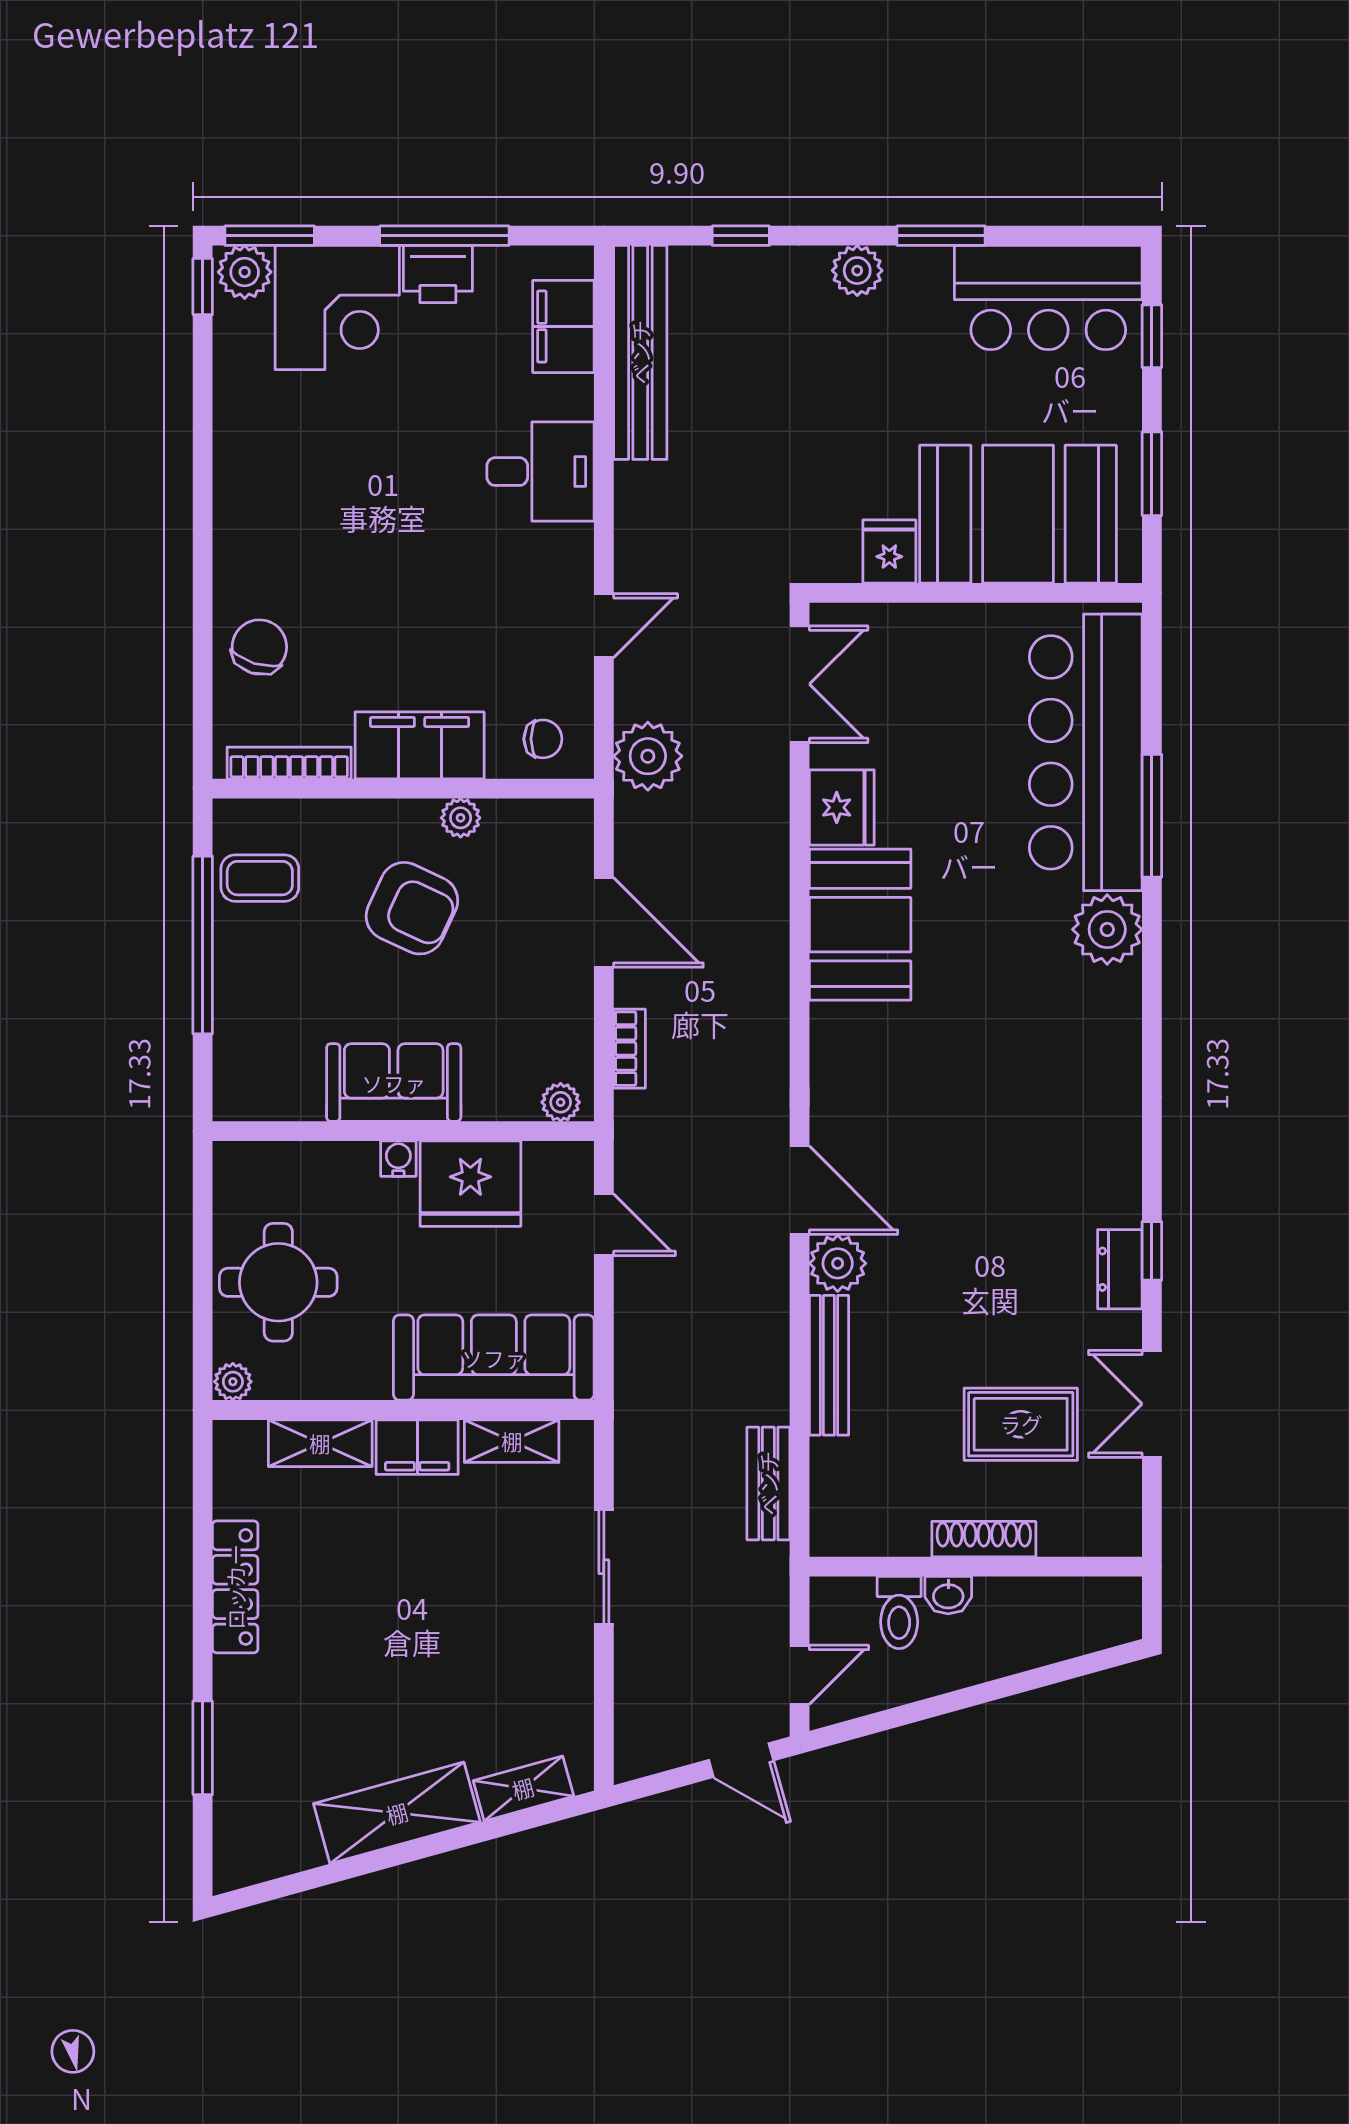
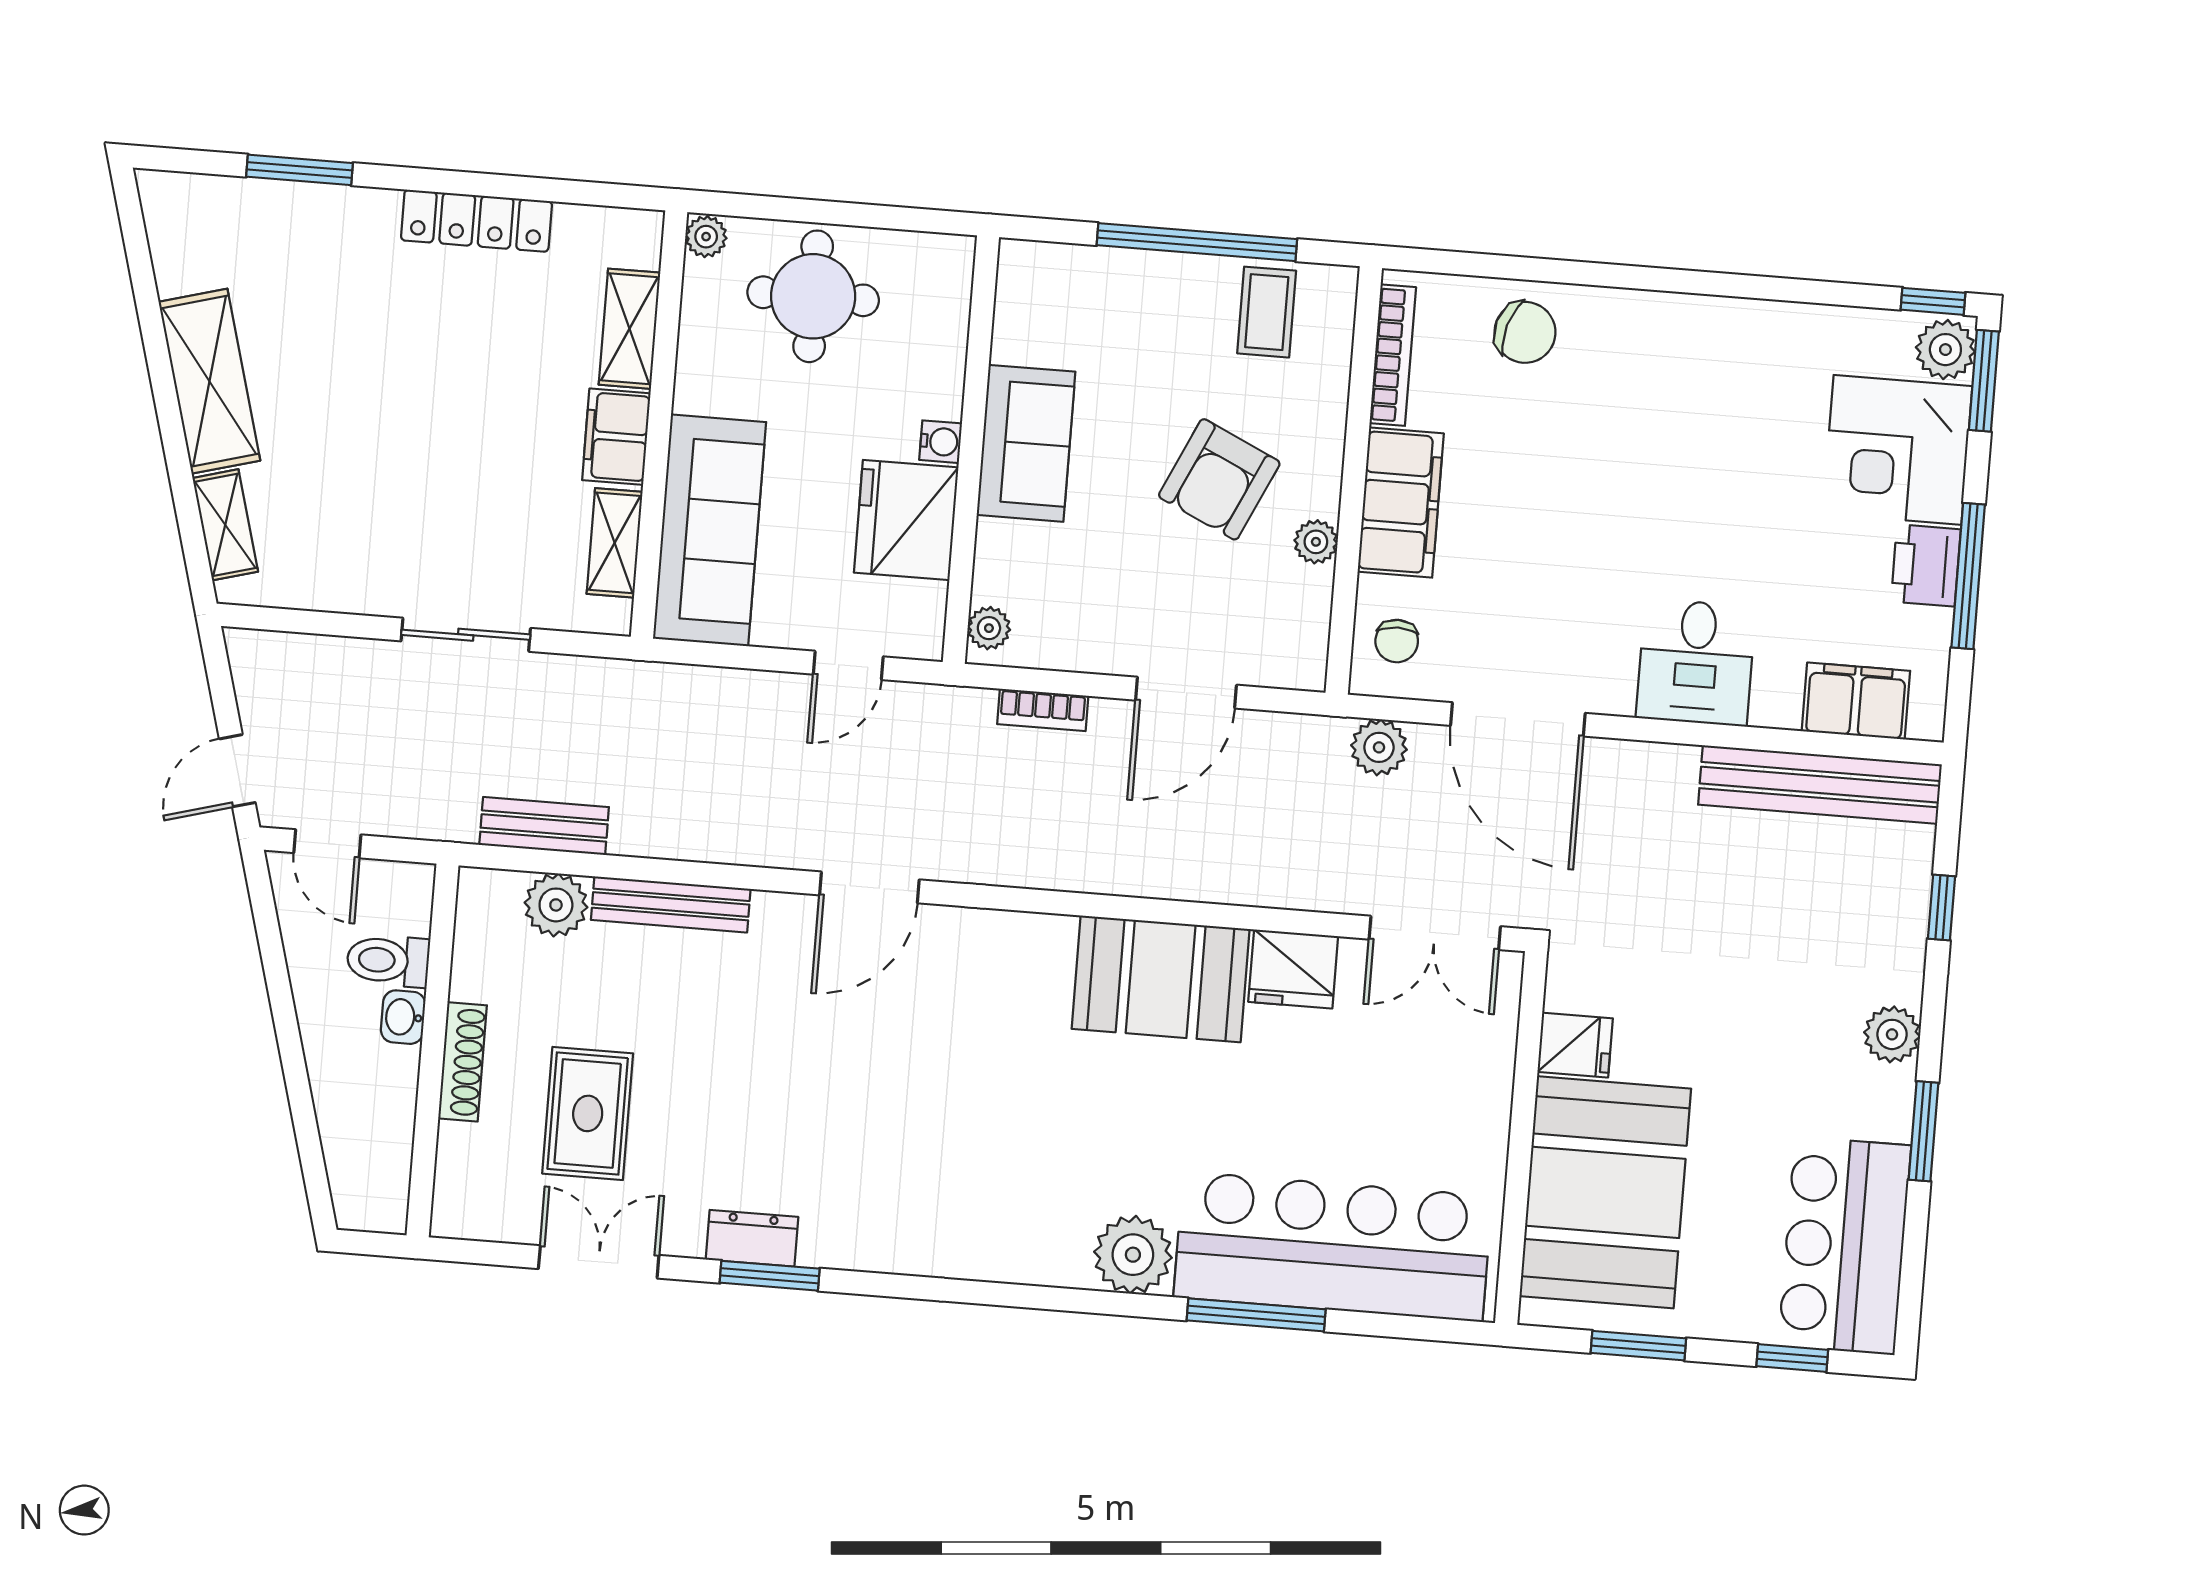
door: (604, 626) -> (1518, 719), width x1.88
plant: (648, 756) -> (1379, 747), width x0.73, depth x0.73
window: (1152, 1251) -> (770, 1276), width x1.50
plant: (838, 1263) -> (556, 905), moved

